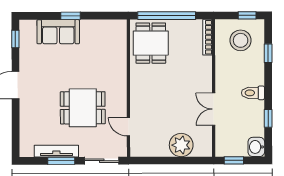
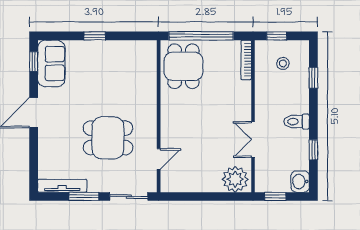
window: (247, 15) -> (277, 36), moved
sofa: (58, 32) -> (51, 63), moved, turned -90
stool: (241, 40) -> (283, 63), width x0.53, depth x0.53
door: (128, 127) -> (159, 159), swing flipped
plant: (181, 145) -> (235, 179), moved
tv unit: (56, 151) -> (62, 186), moved

